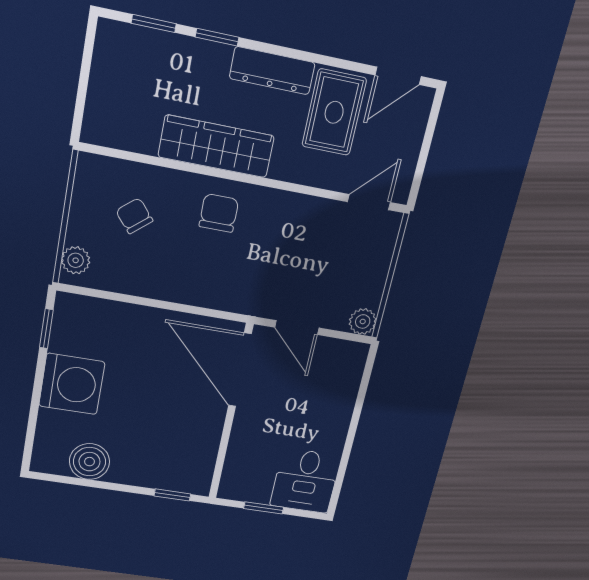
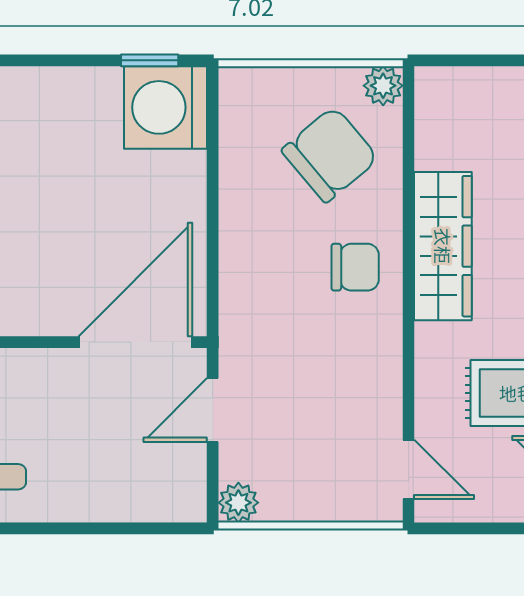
chair: (134, 216) -> (330, 154), width x1.87, depth x1.87
plant: (76, 260) -> (383, 86), moved
washing machine: (72, 384) -> (166, 107), moved, turned 90

